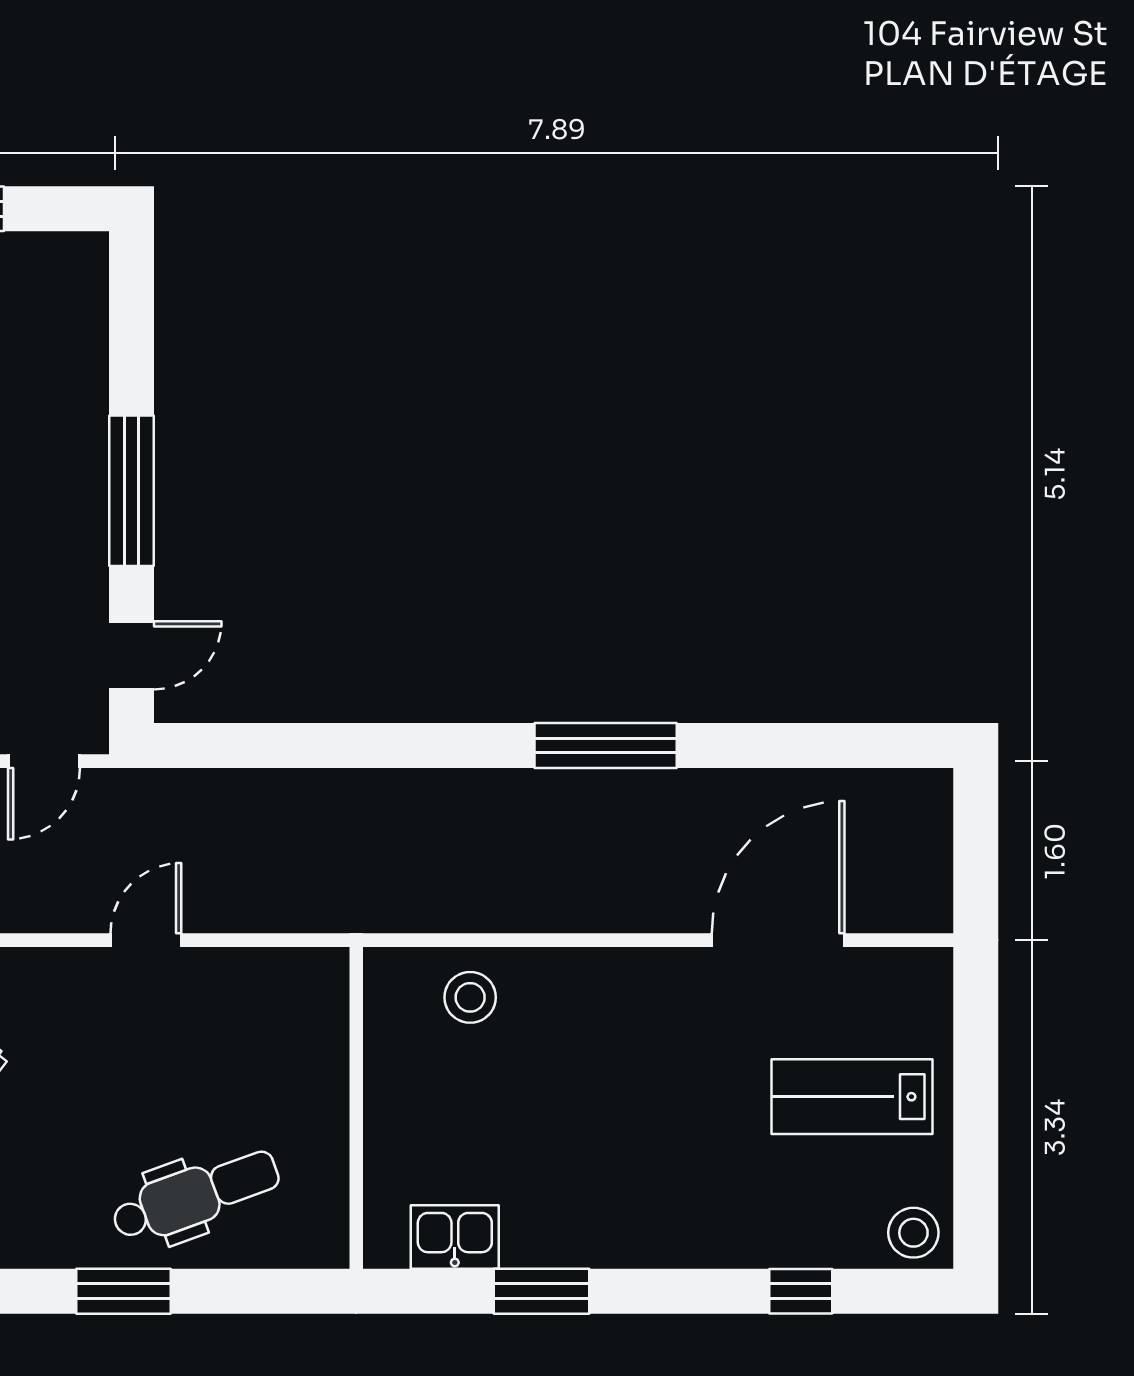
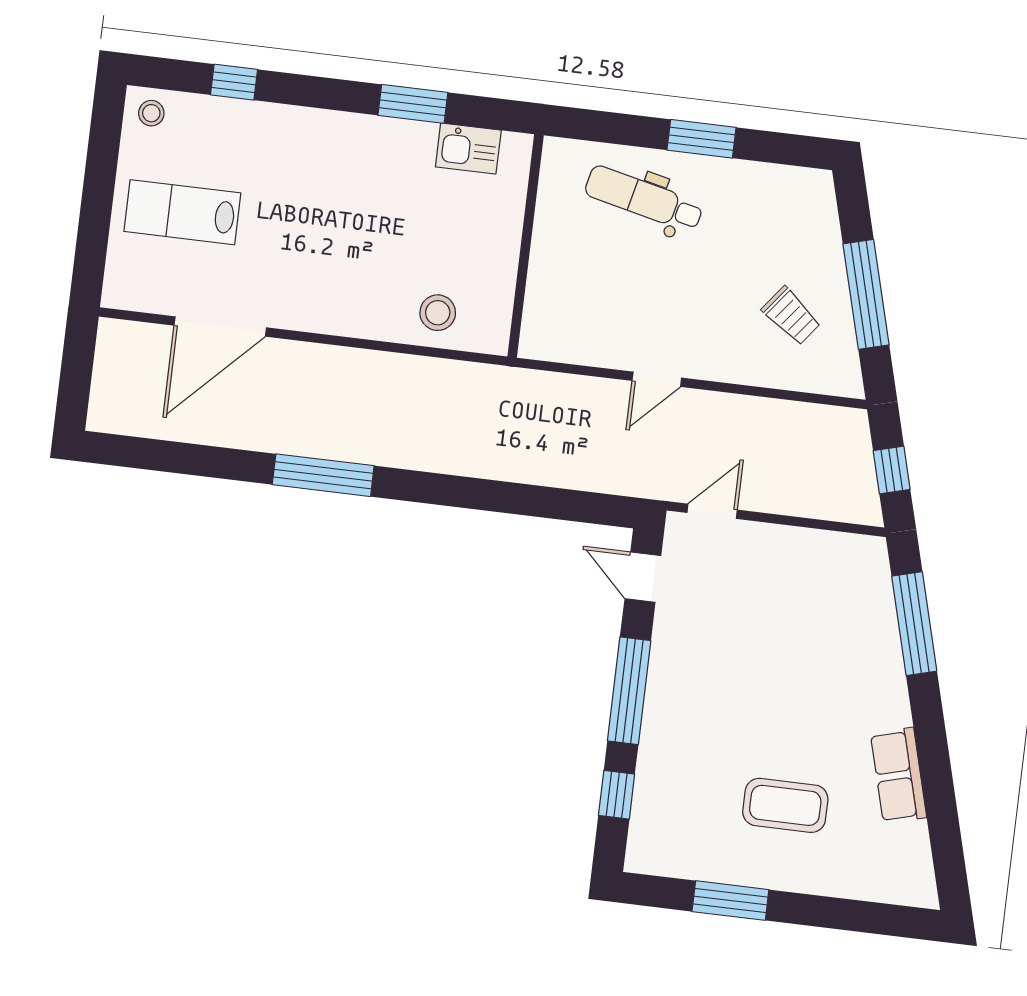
window: (132, 340) -> (617, 795), added
door: (132, 655) -> (643, 577), hinge flipped
lab bench: (852, 1097) -> (182, 212), turned 180
dental chair: (196, 1196) -> (644, 199), turned 33
stool: (913, 1233) -> (151, 113), width x0.73, depth x0.73

